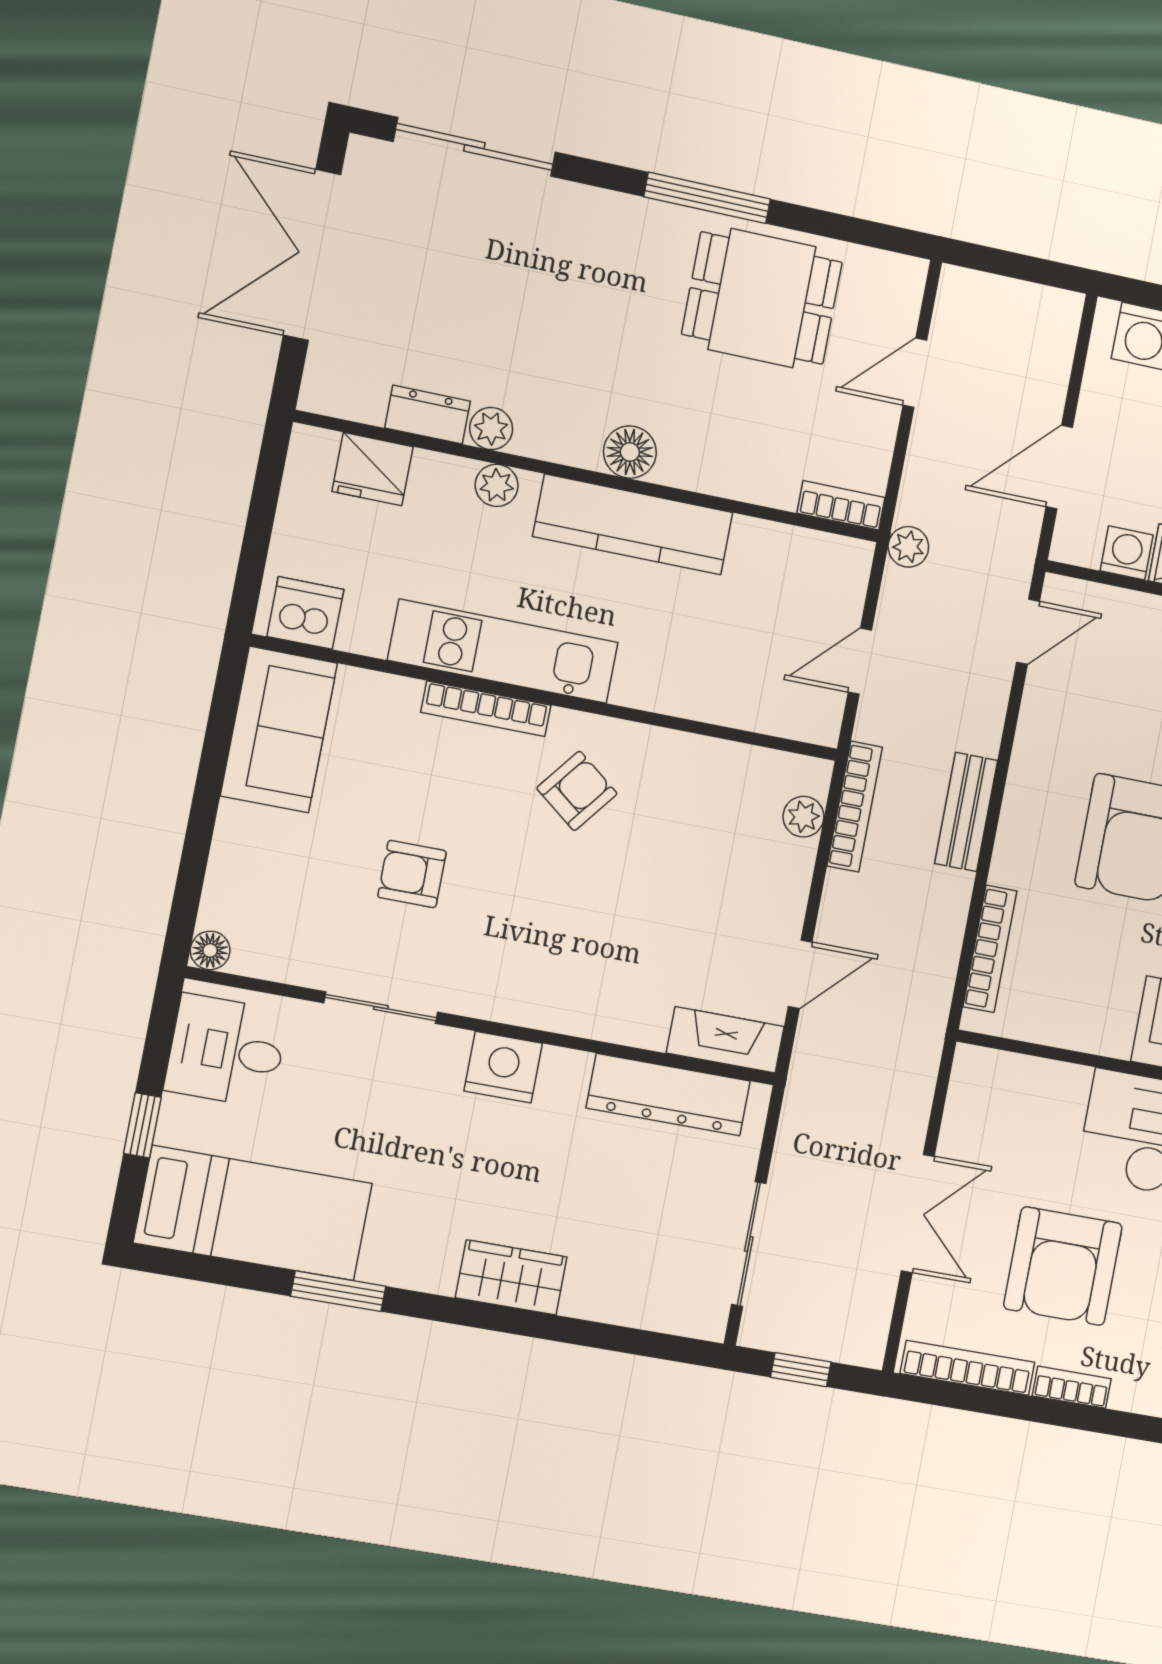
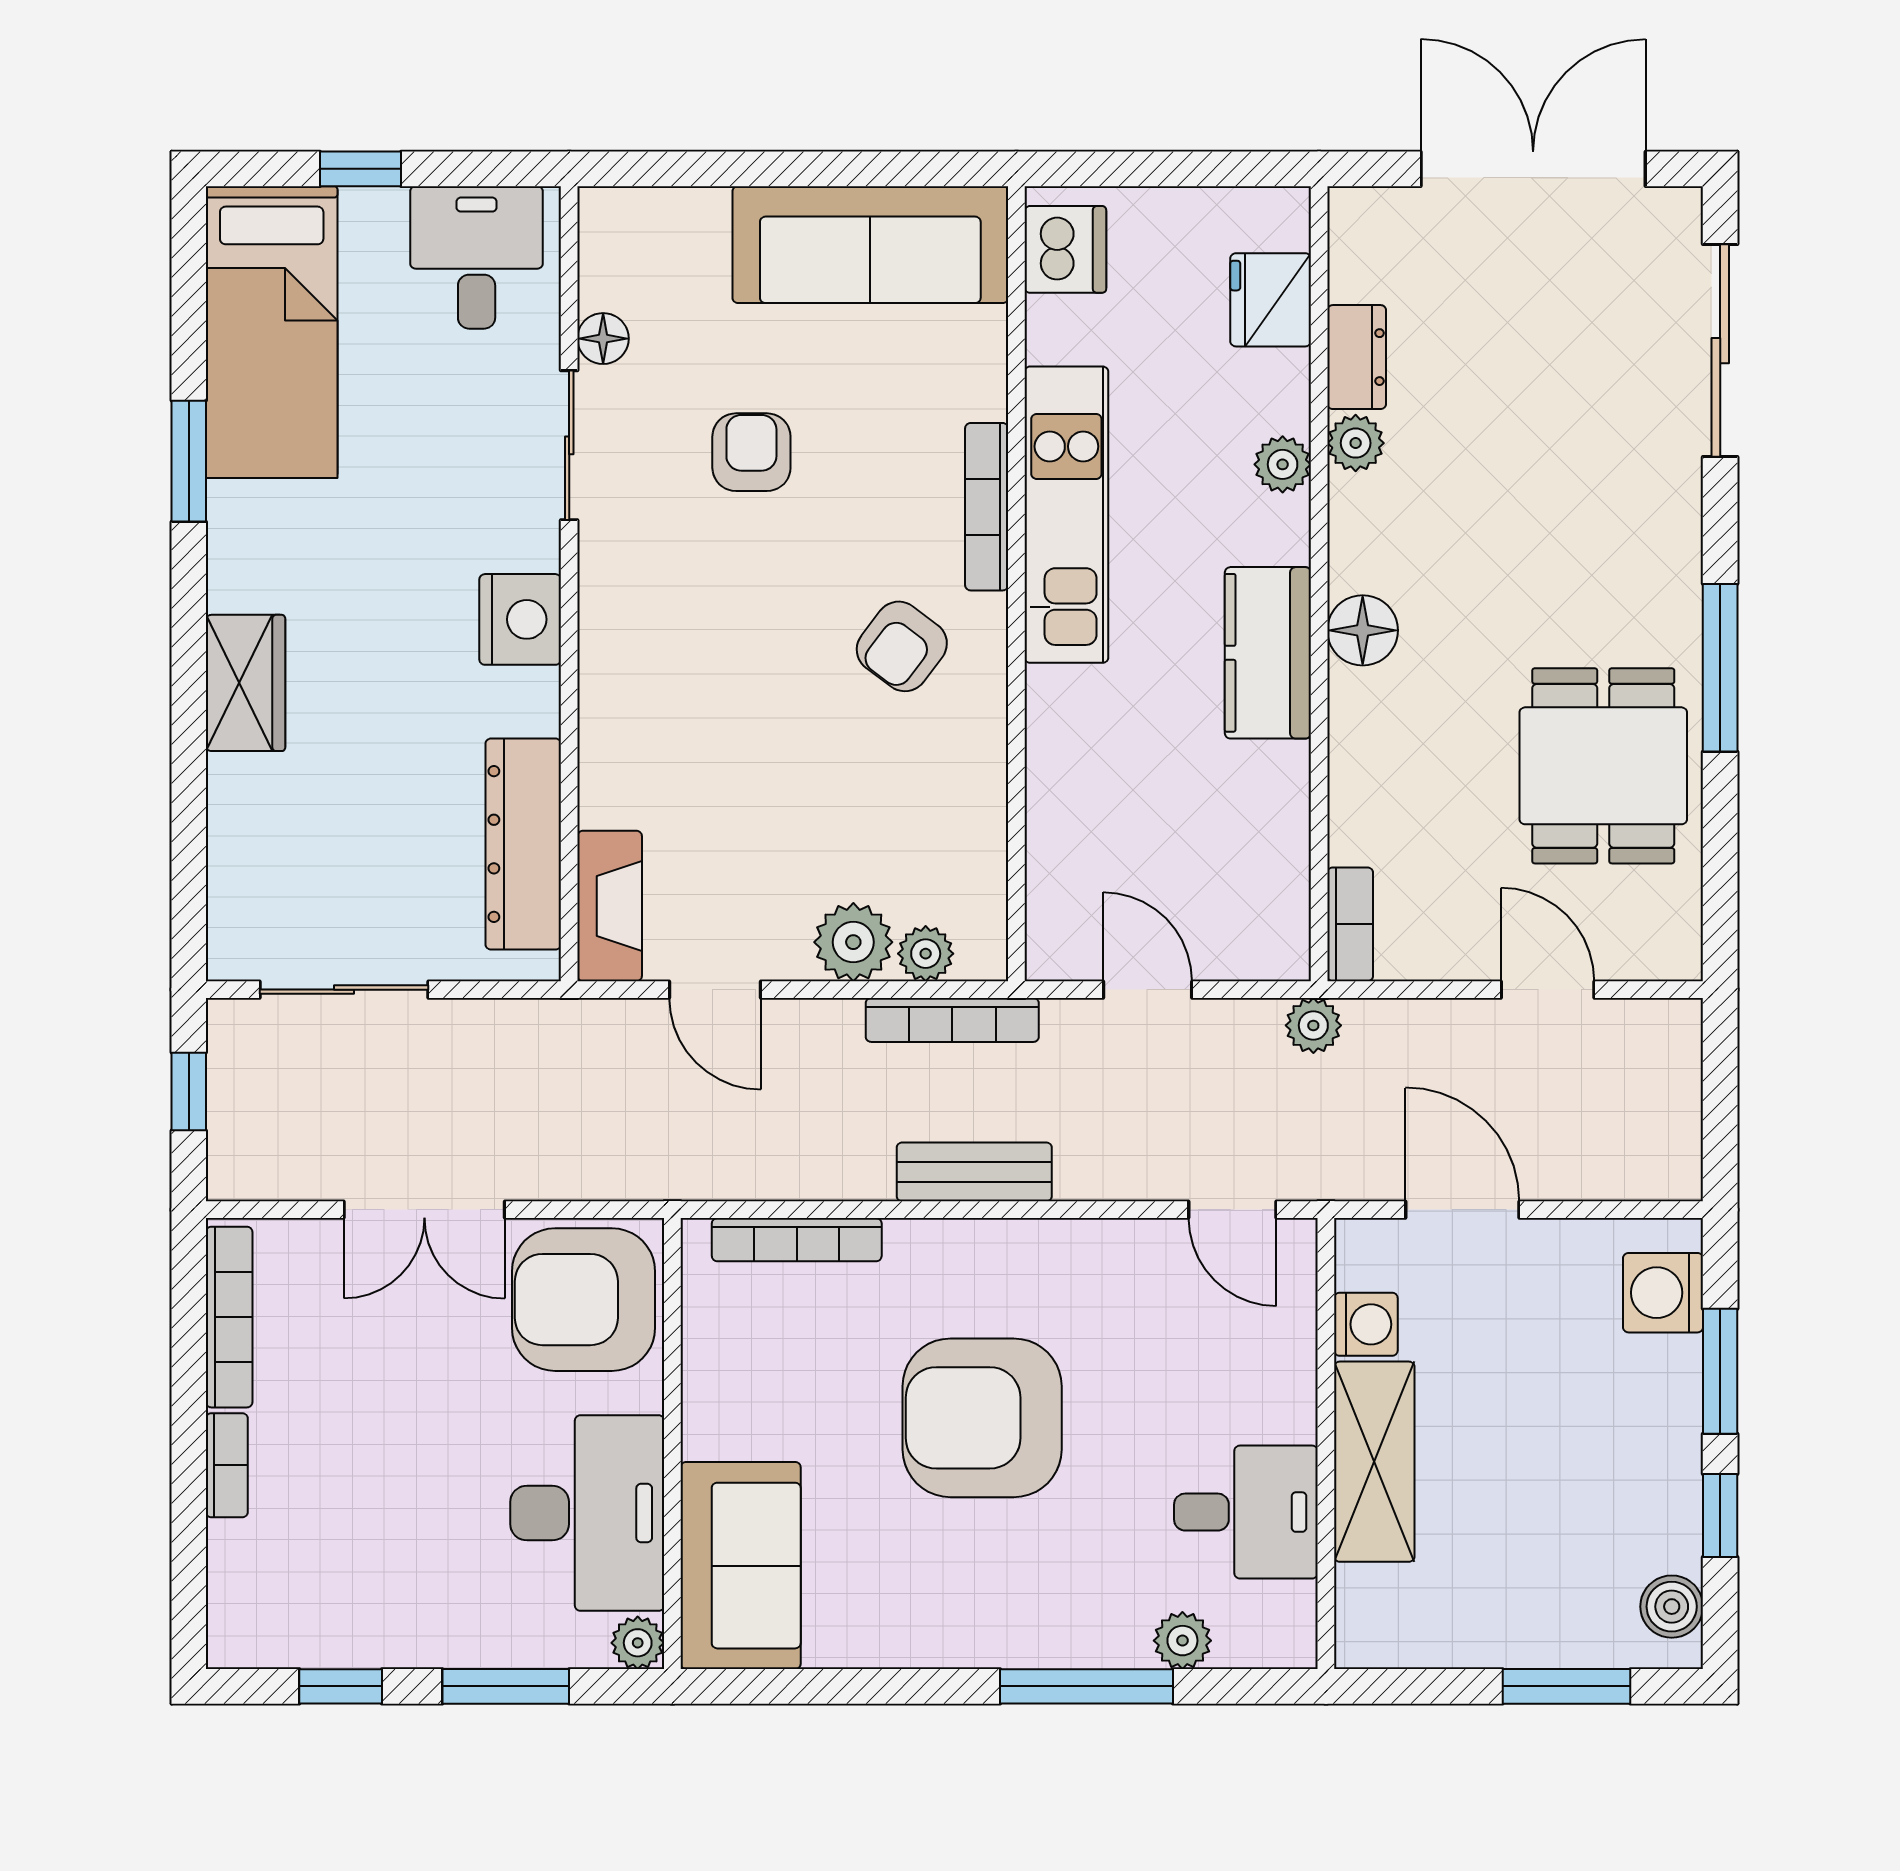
kitchen counter: (633, 524) -> (1268, 653), width x0.67
sofa: (279, 730) -> (870, 245), width x1.36
armchair: (577, 791) -> (902, 646), turned 89
plant: (785, 868) -> (853, 942), added
floor lamp: (210, 950) -> (603, 339), moved
armchair: (1063, 1266) -> (584, 1300), moved

